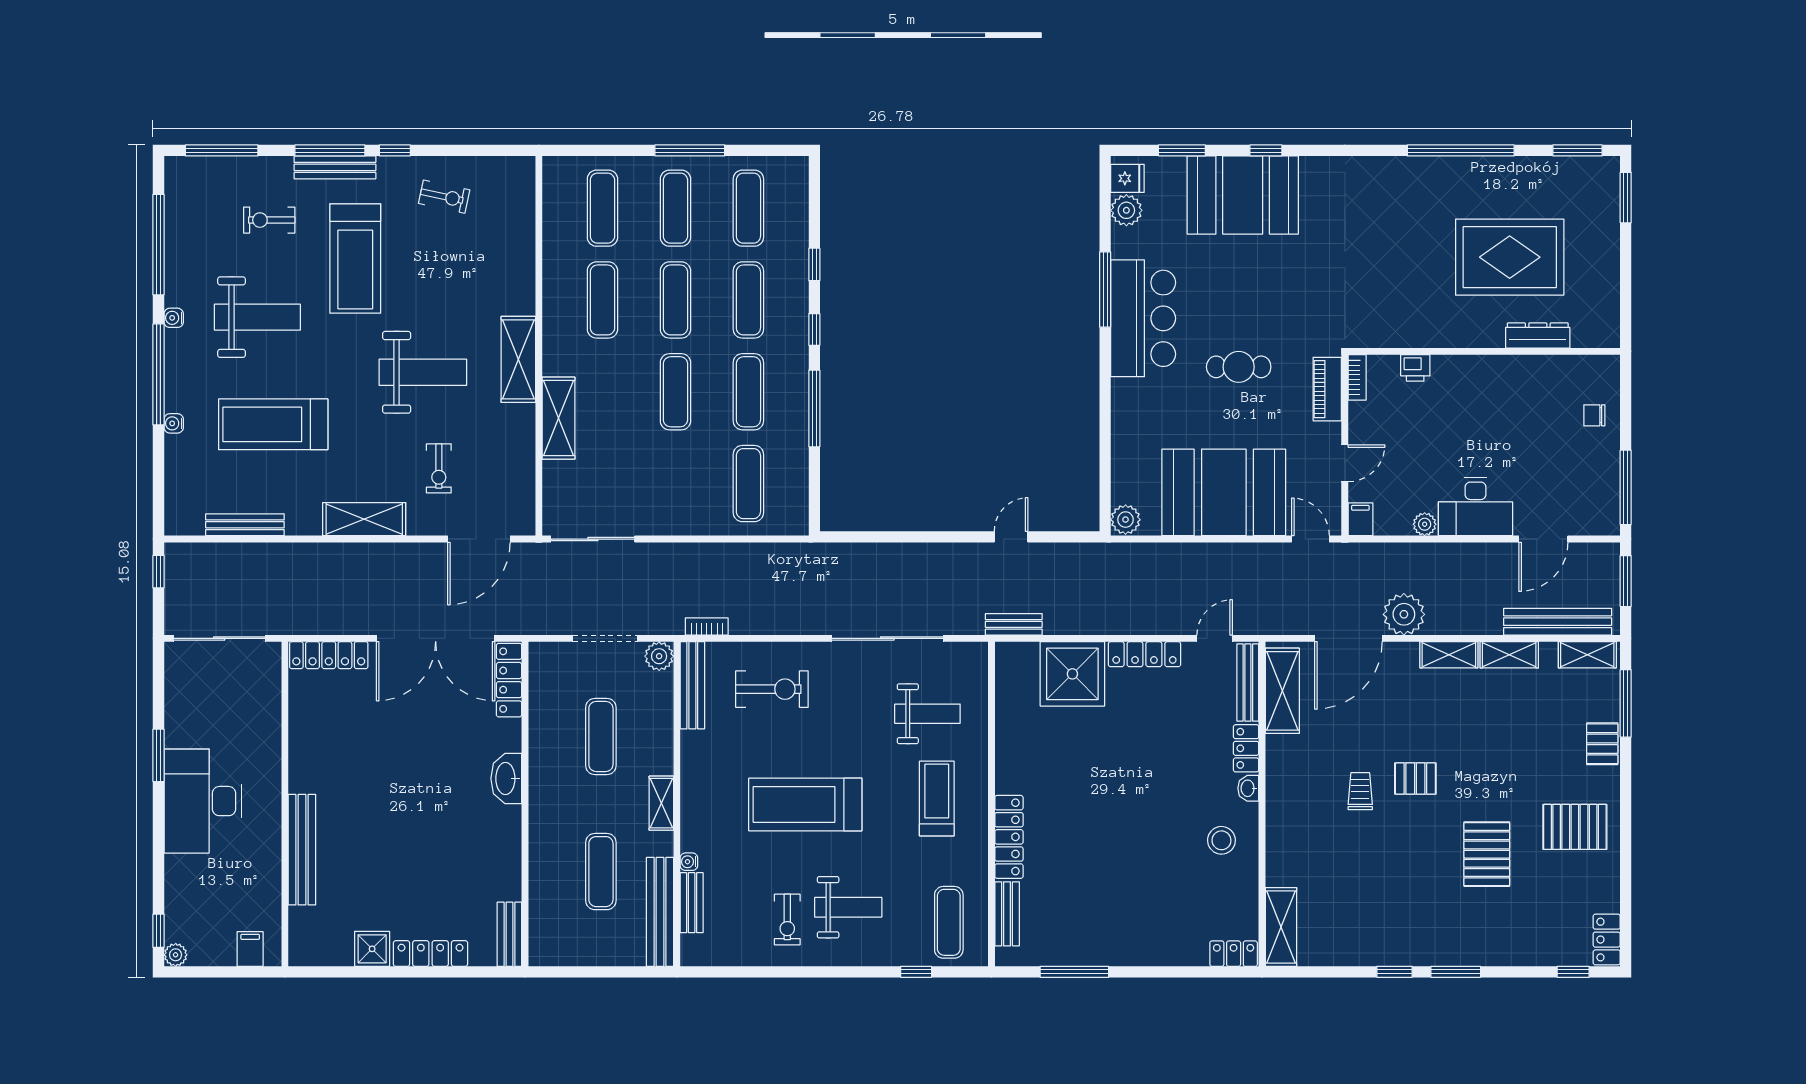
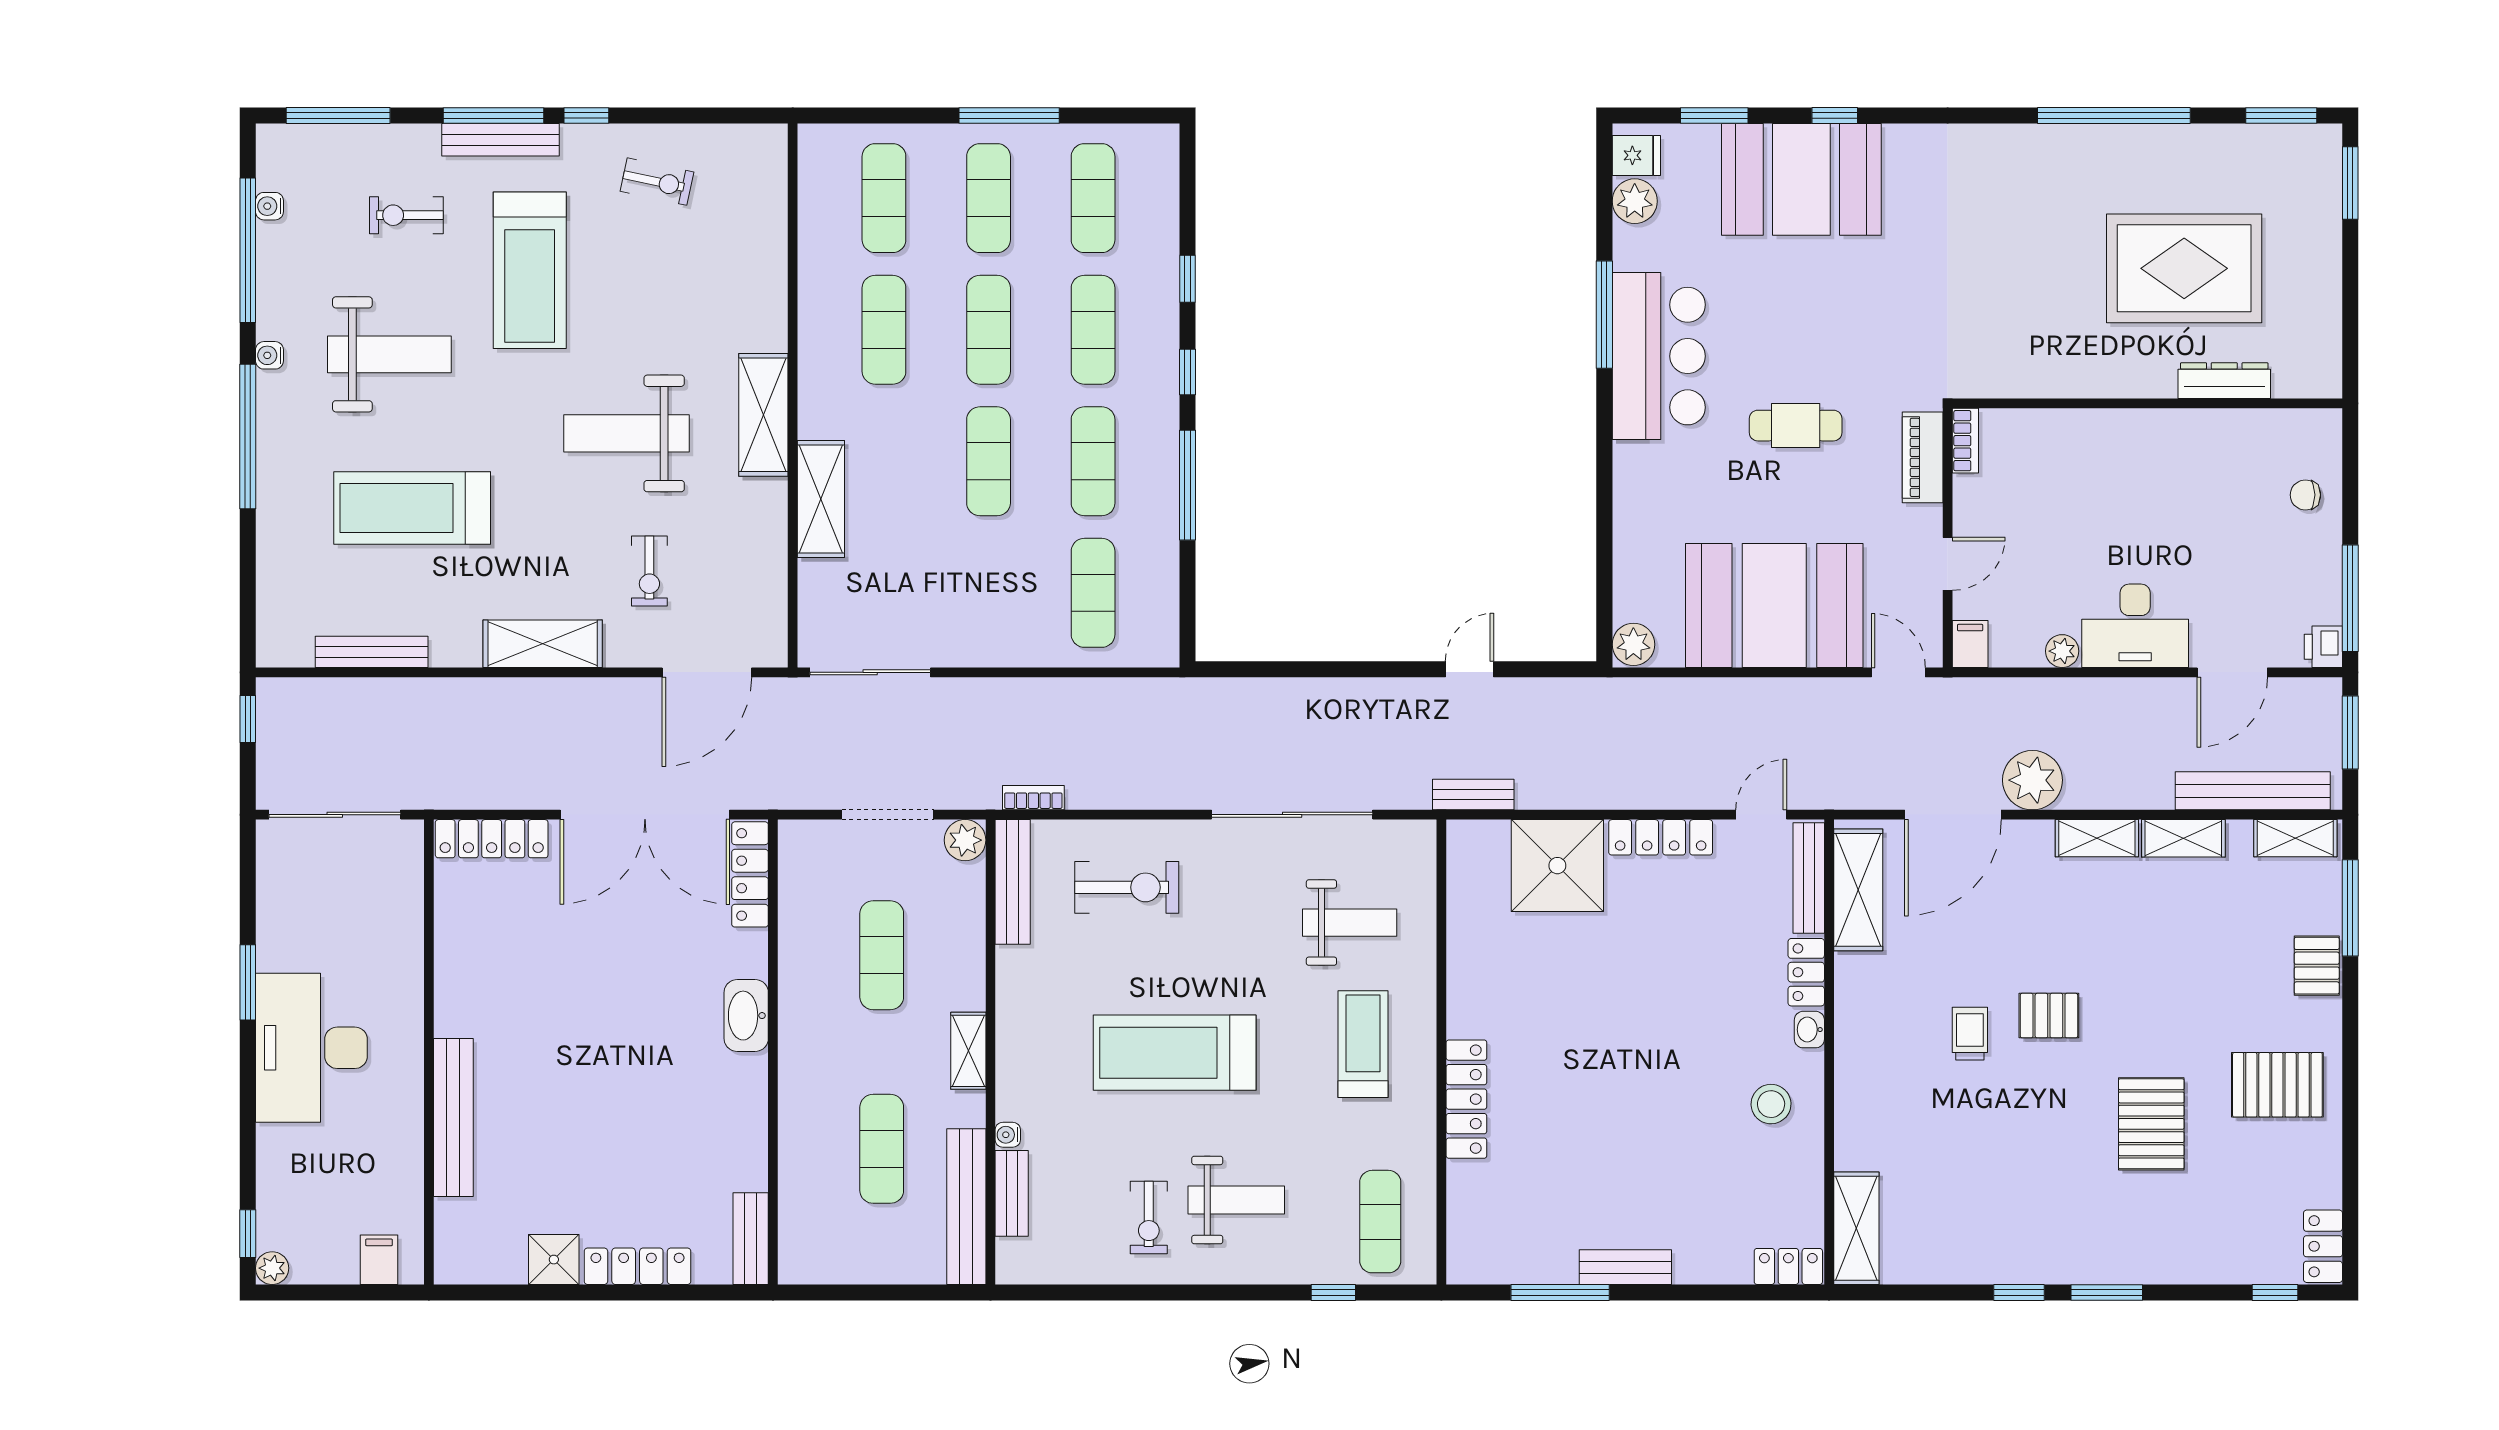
printer: (1415, 368) -> (2323, 647), moved, turned 90
weight bench: (423, 372) -> (627, 433), turned 180
water cooler: (174, 423) -> (269, 206), moved
bench: (1007, 914) -> (1625, 1267), moved, turned 90

